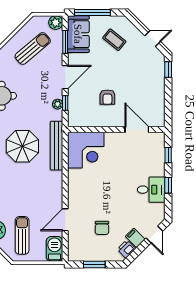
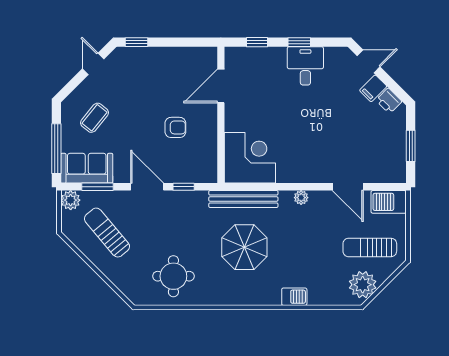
plant: (58, 104) -> (301, 198), moved
chair: (102, 228) -> (359, 135), removed

